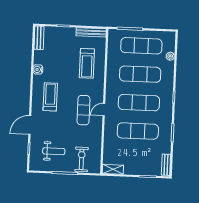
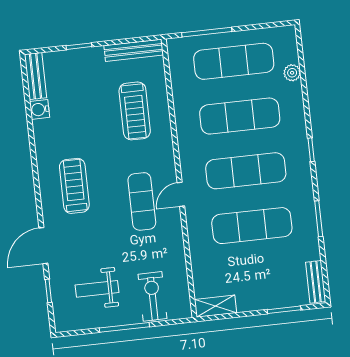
water cooler: (38, 69) -> (40, 109), moved
weight bench: (54, 151) -> (97, 289), turned 180

